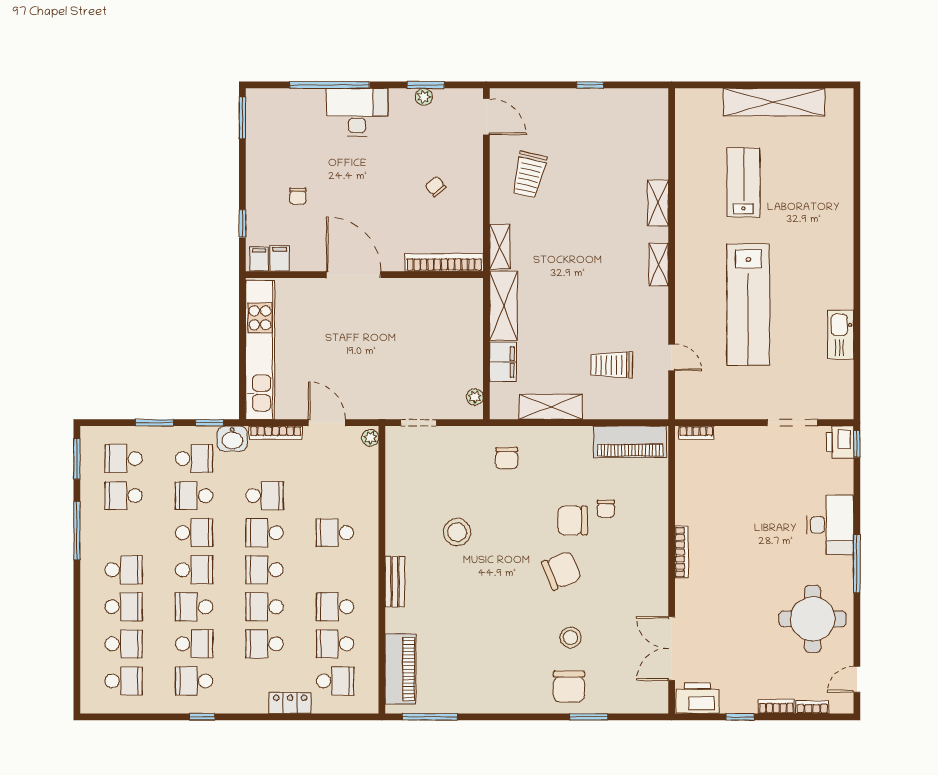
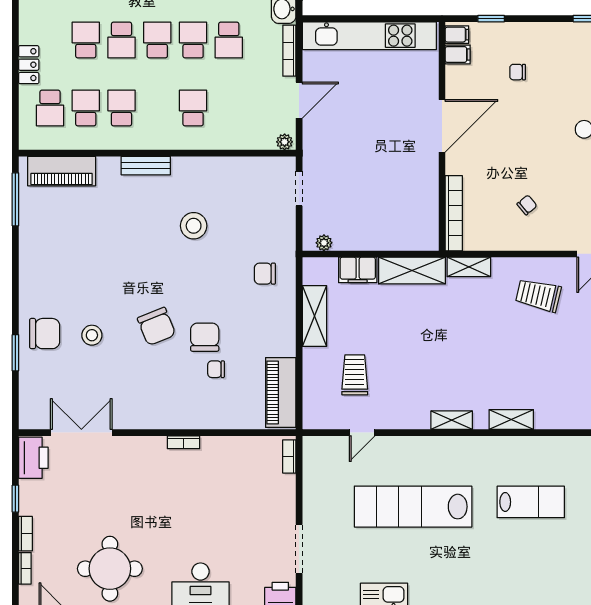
bookcase: (682, 552) -> (183, 442), width x0.64
school desk: (265, 607) -> (122, 40), turned 180
chair: (569, 686) -> (45, 334), turned 180

